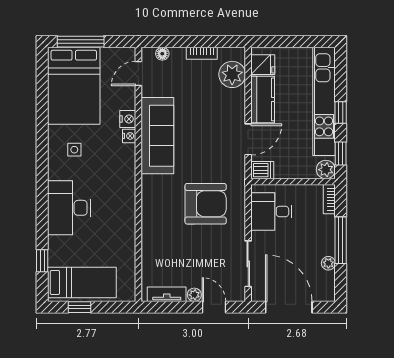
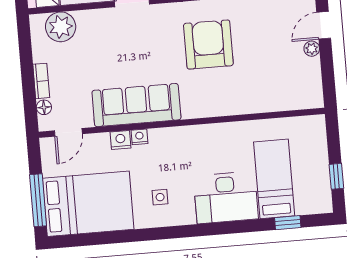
bookcase: (202, 53) -> (41, 81), moved
door: (138, 73) -> (68, 132), hinge flipped
bed: (82, 282) -> (274, 179), moved
tv unit: (167, 294) -> (314, 80), removed

